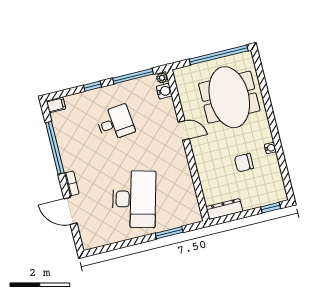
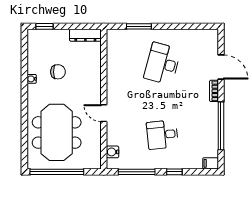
plant: (162, 78) -> (112, 164), removed
desk: (134, 199) -> (162, 64), width x0.73, depth x0.77

